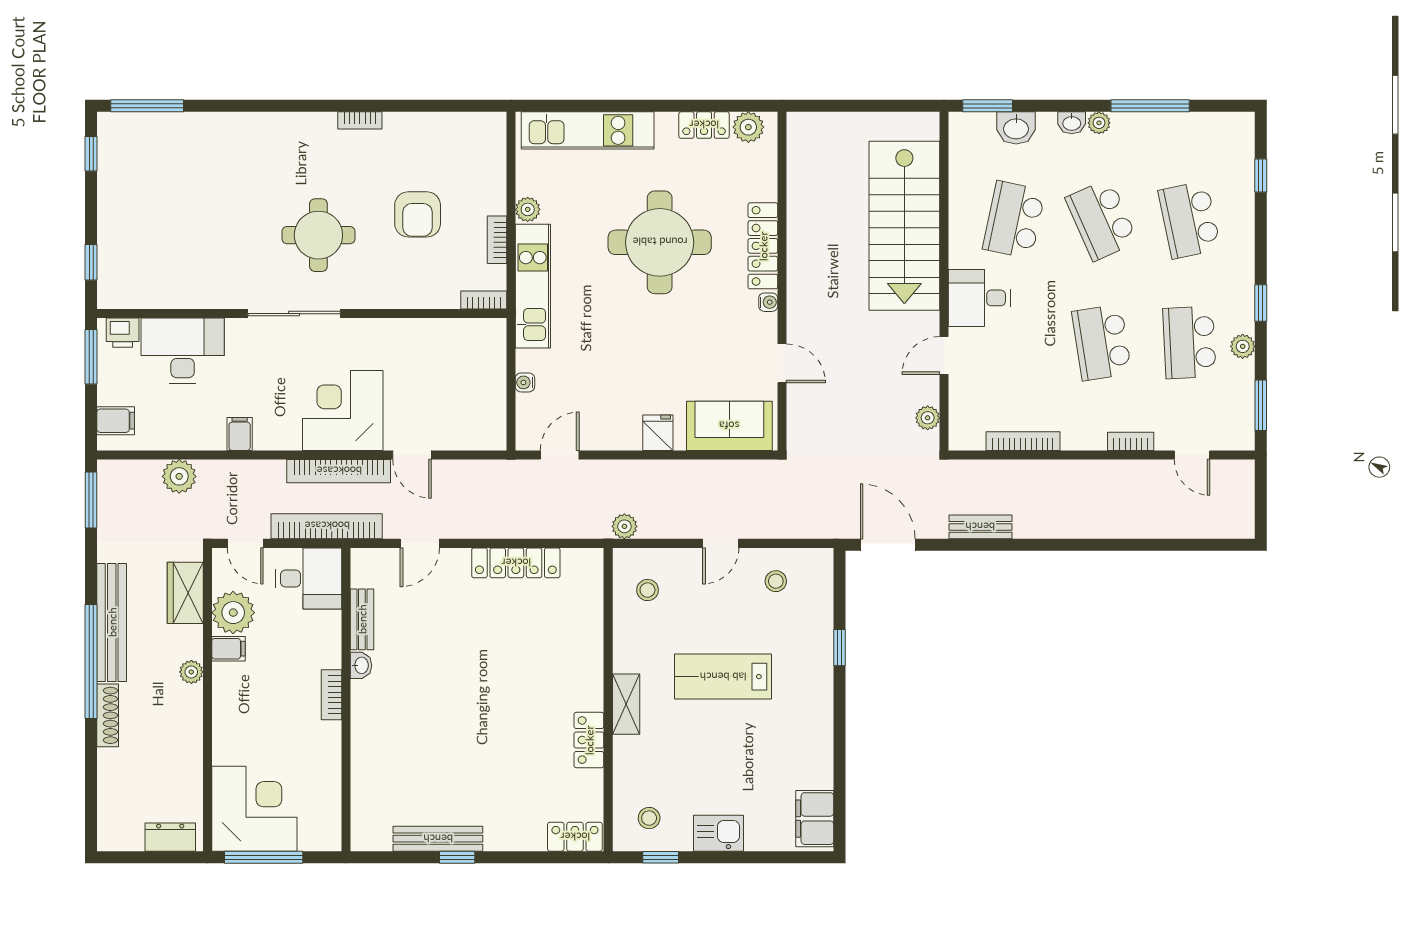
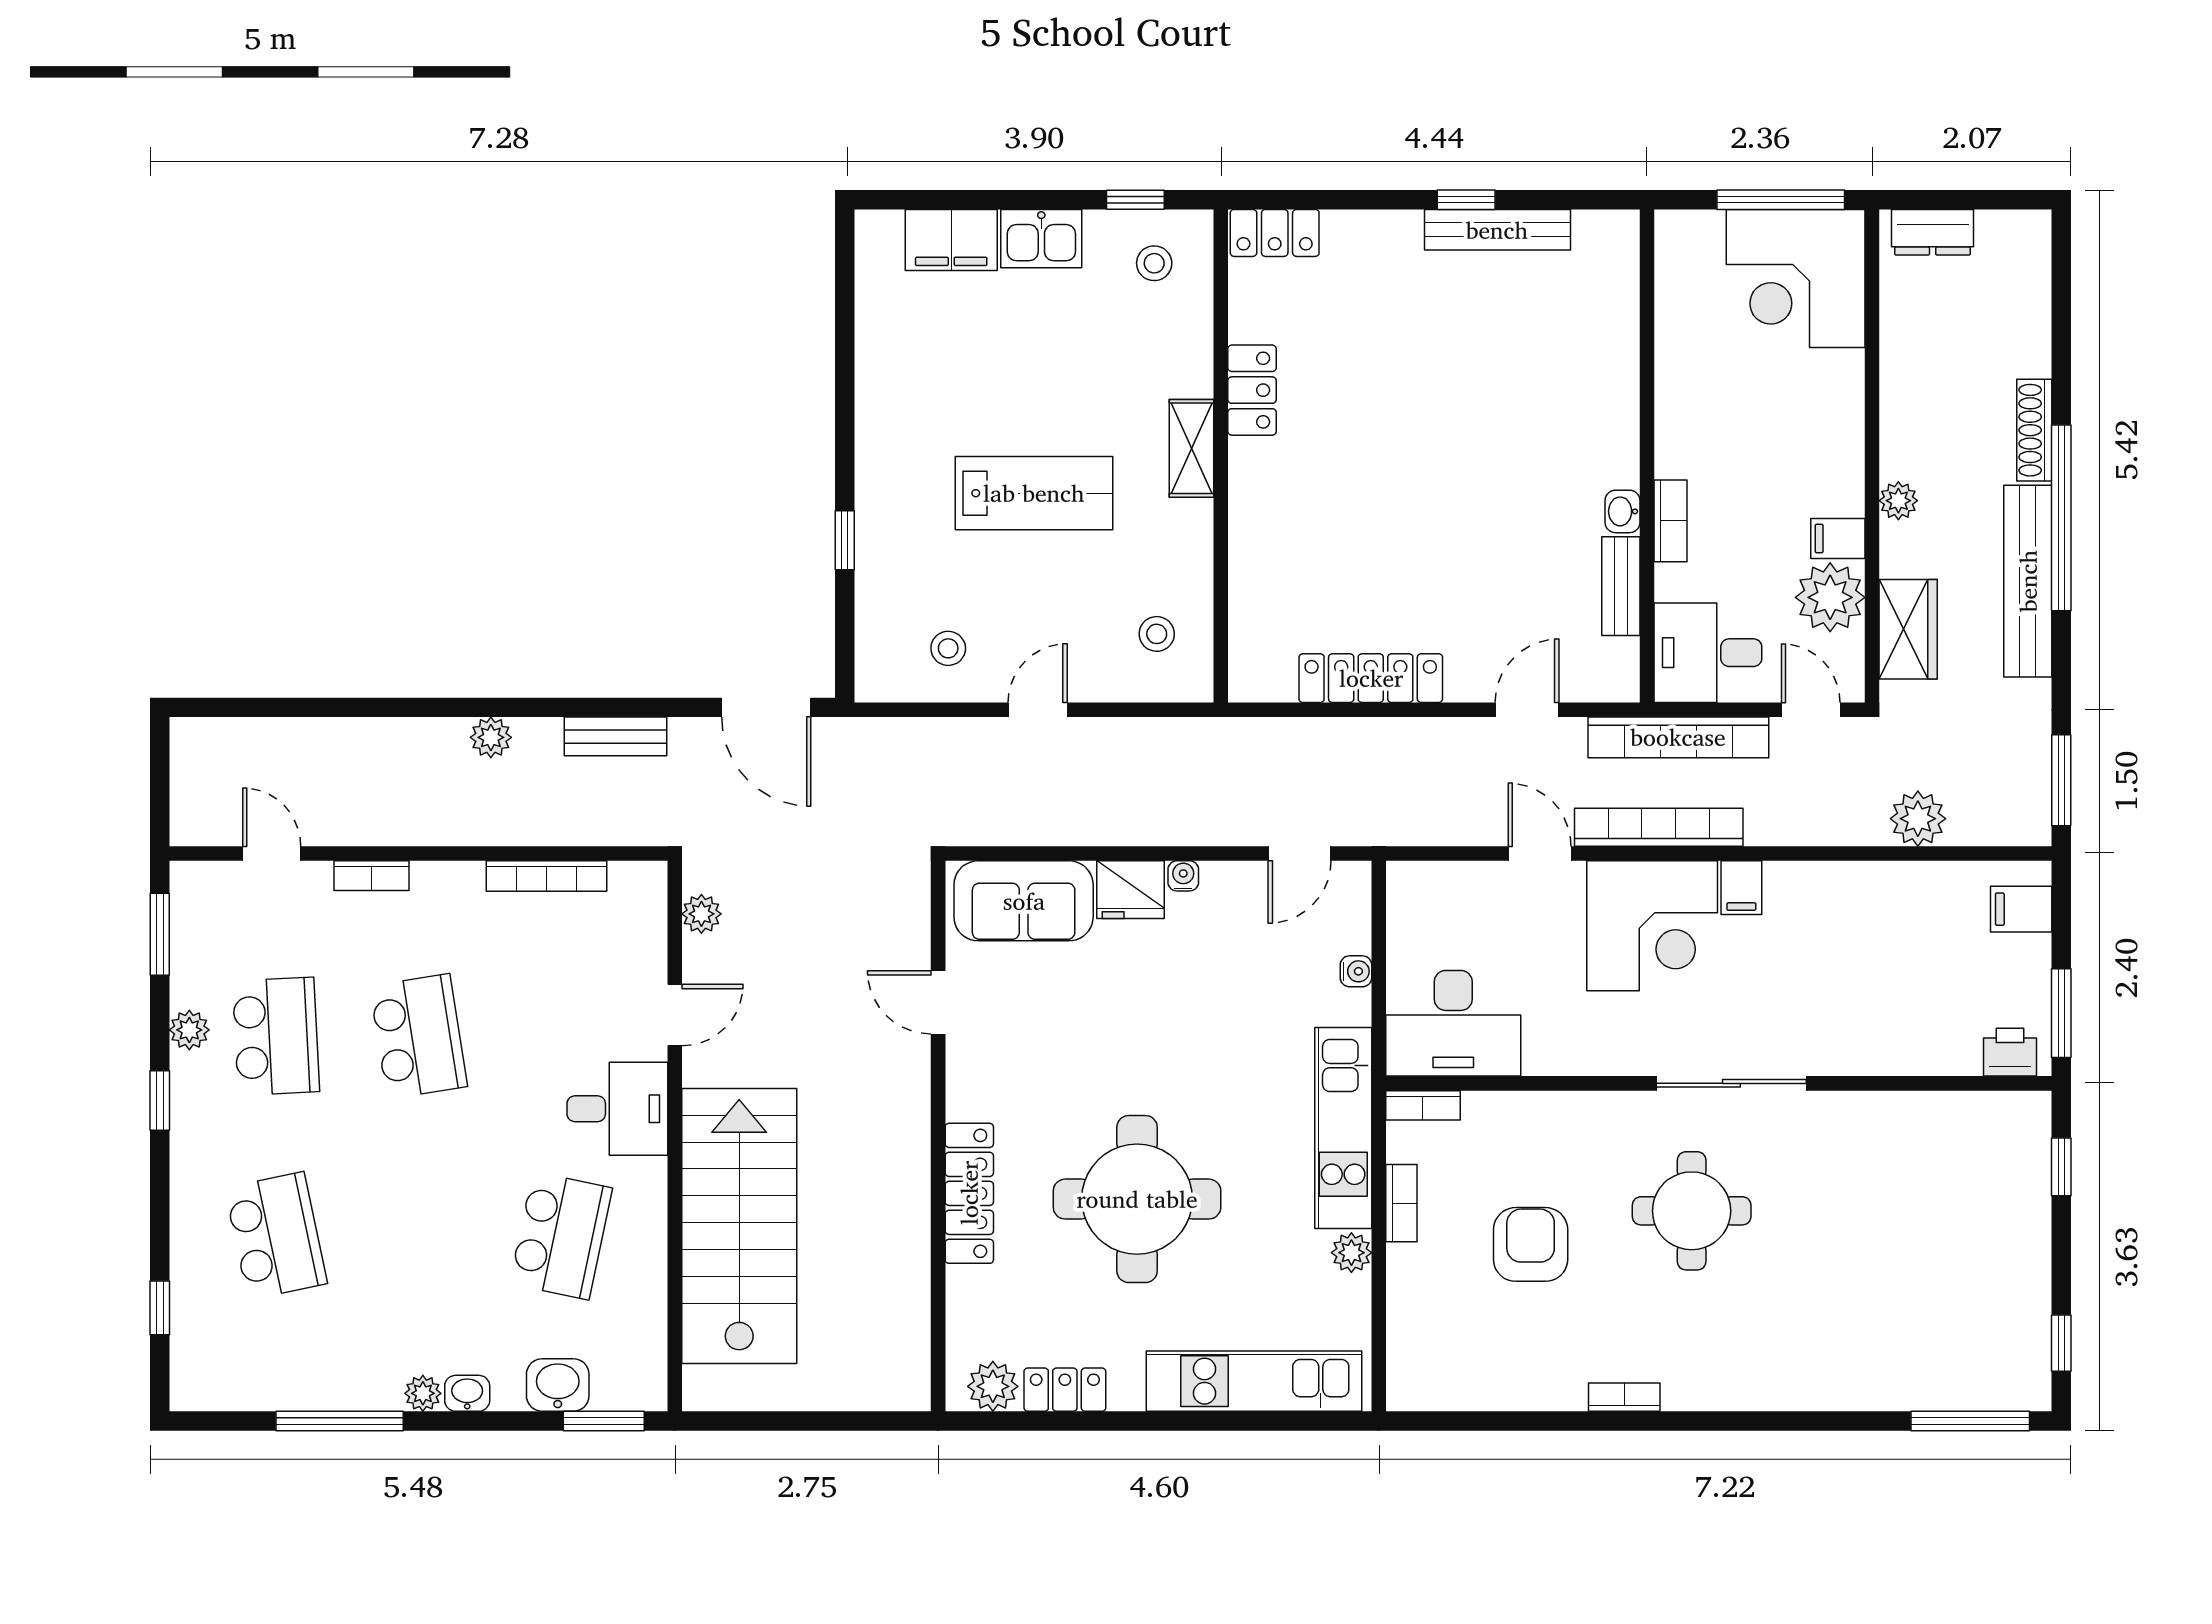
school desk: (1102, 220) -> (418, 1236), removed
water cooler: (768, 302) -> (1183, 876), moved, turned 90
desk: (183, 350) -> (1453, 1023), moved
fridge: (658, 433) -> (1131, 890), width x1.38
filing cabinet: (240, 434) -> (1741, 888), moved
plant: (624, 526) -> (491, 737), moved
bookcase: (331, 695) -> (1670, 521), moved
filing cabinet: (815, 819) -> (951, 240), moved, turned 90

